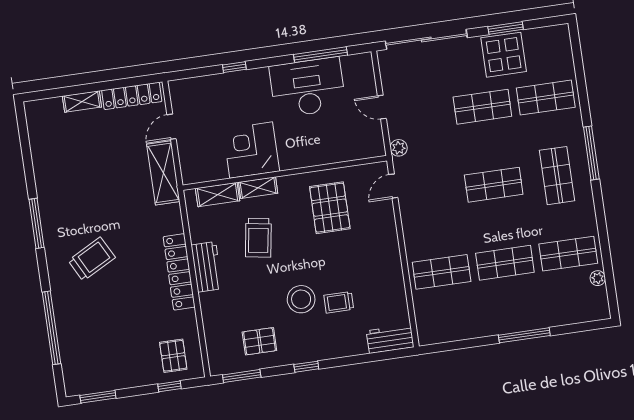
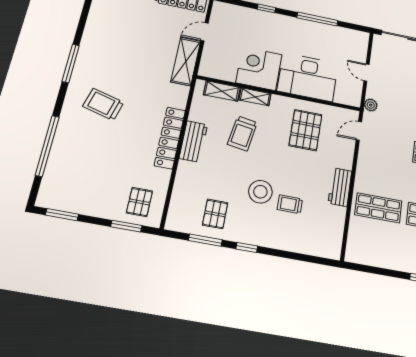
window: (321, 55) -> (317, 19), moved
desk: (308, 87) -> (308, 77), moved, turned 180
trolley: (92, 259) -> (103, 104), turned -137
workbench: (390, 339) -> (340, 187), moved, turned -90
pallet: (259, 341) -> (215, 214), turned 90
window: (242, 376) -> (205, 240), moved
window: (169, 386) -> (126, 226), width x1.50

